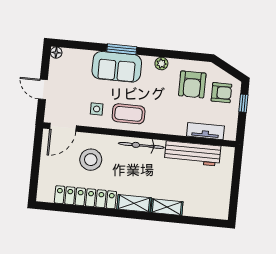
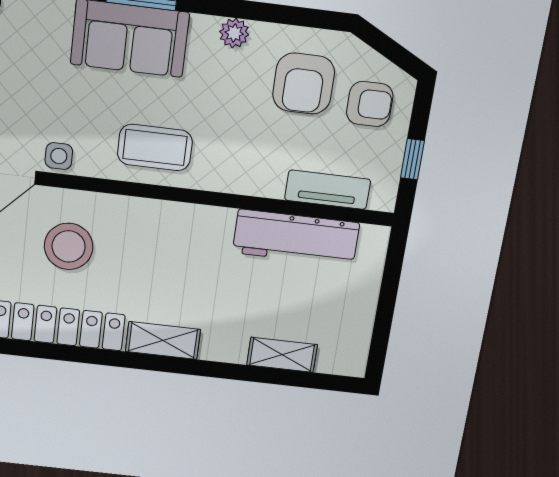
window: (243, 103) -> (412, 159), moved
side table: (97, 109) -> (59, 156), moved
bicycle: (141, 145) -> (182, 218), removed
shelving: (167, 207) -> (282, 355), moved

